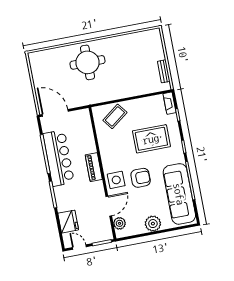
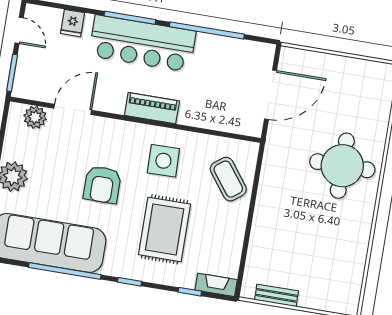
door: (55, 113) -> (271, 95), moved
bar counter: (59, 158) -> (142, 43), moved
side table: (116, 180) -> (163, 161), moved
door: (109, 206) -> (73, 109), swing flipped
fridge: (68, 222) -> (73, 23), width x0.53, depth x0.75
door: (79, 247) -> (19, 30), hinge flipped

